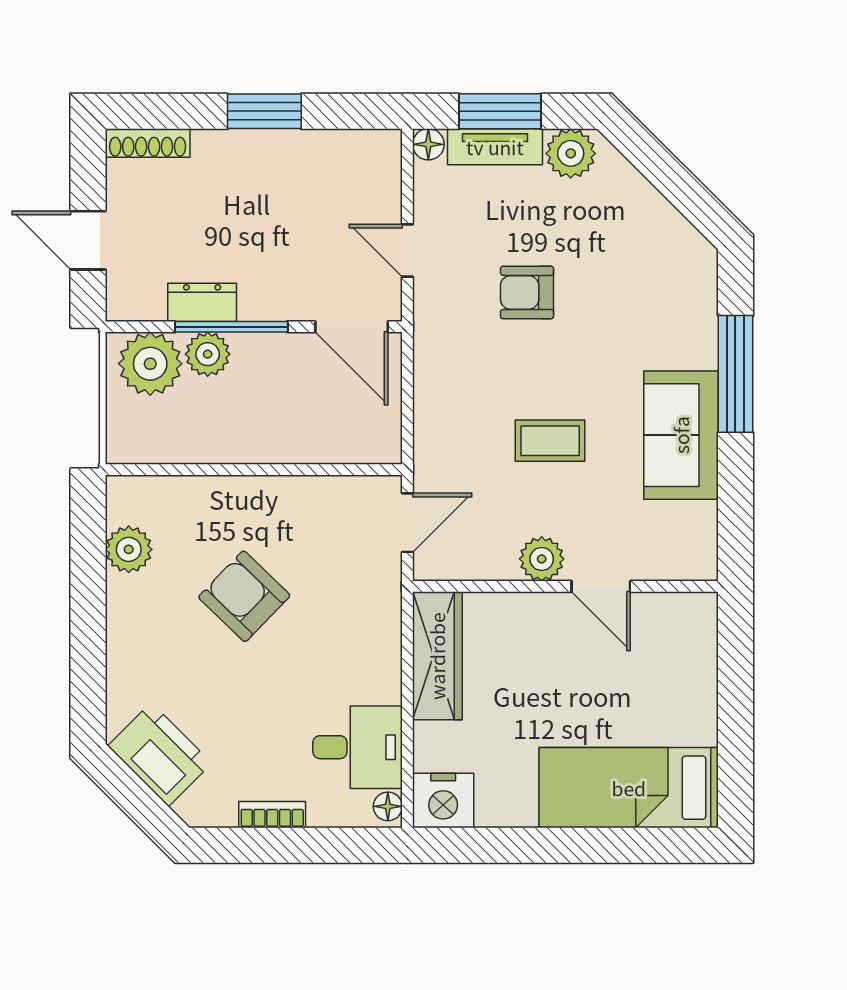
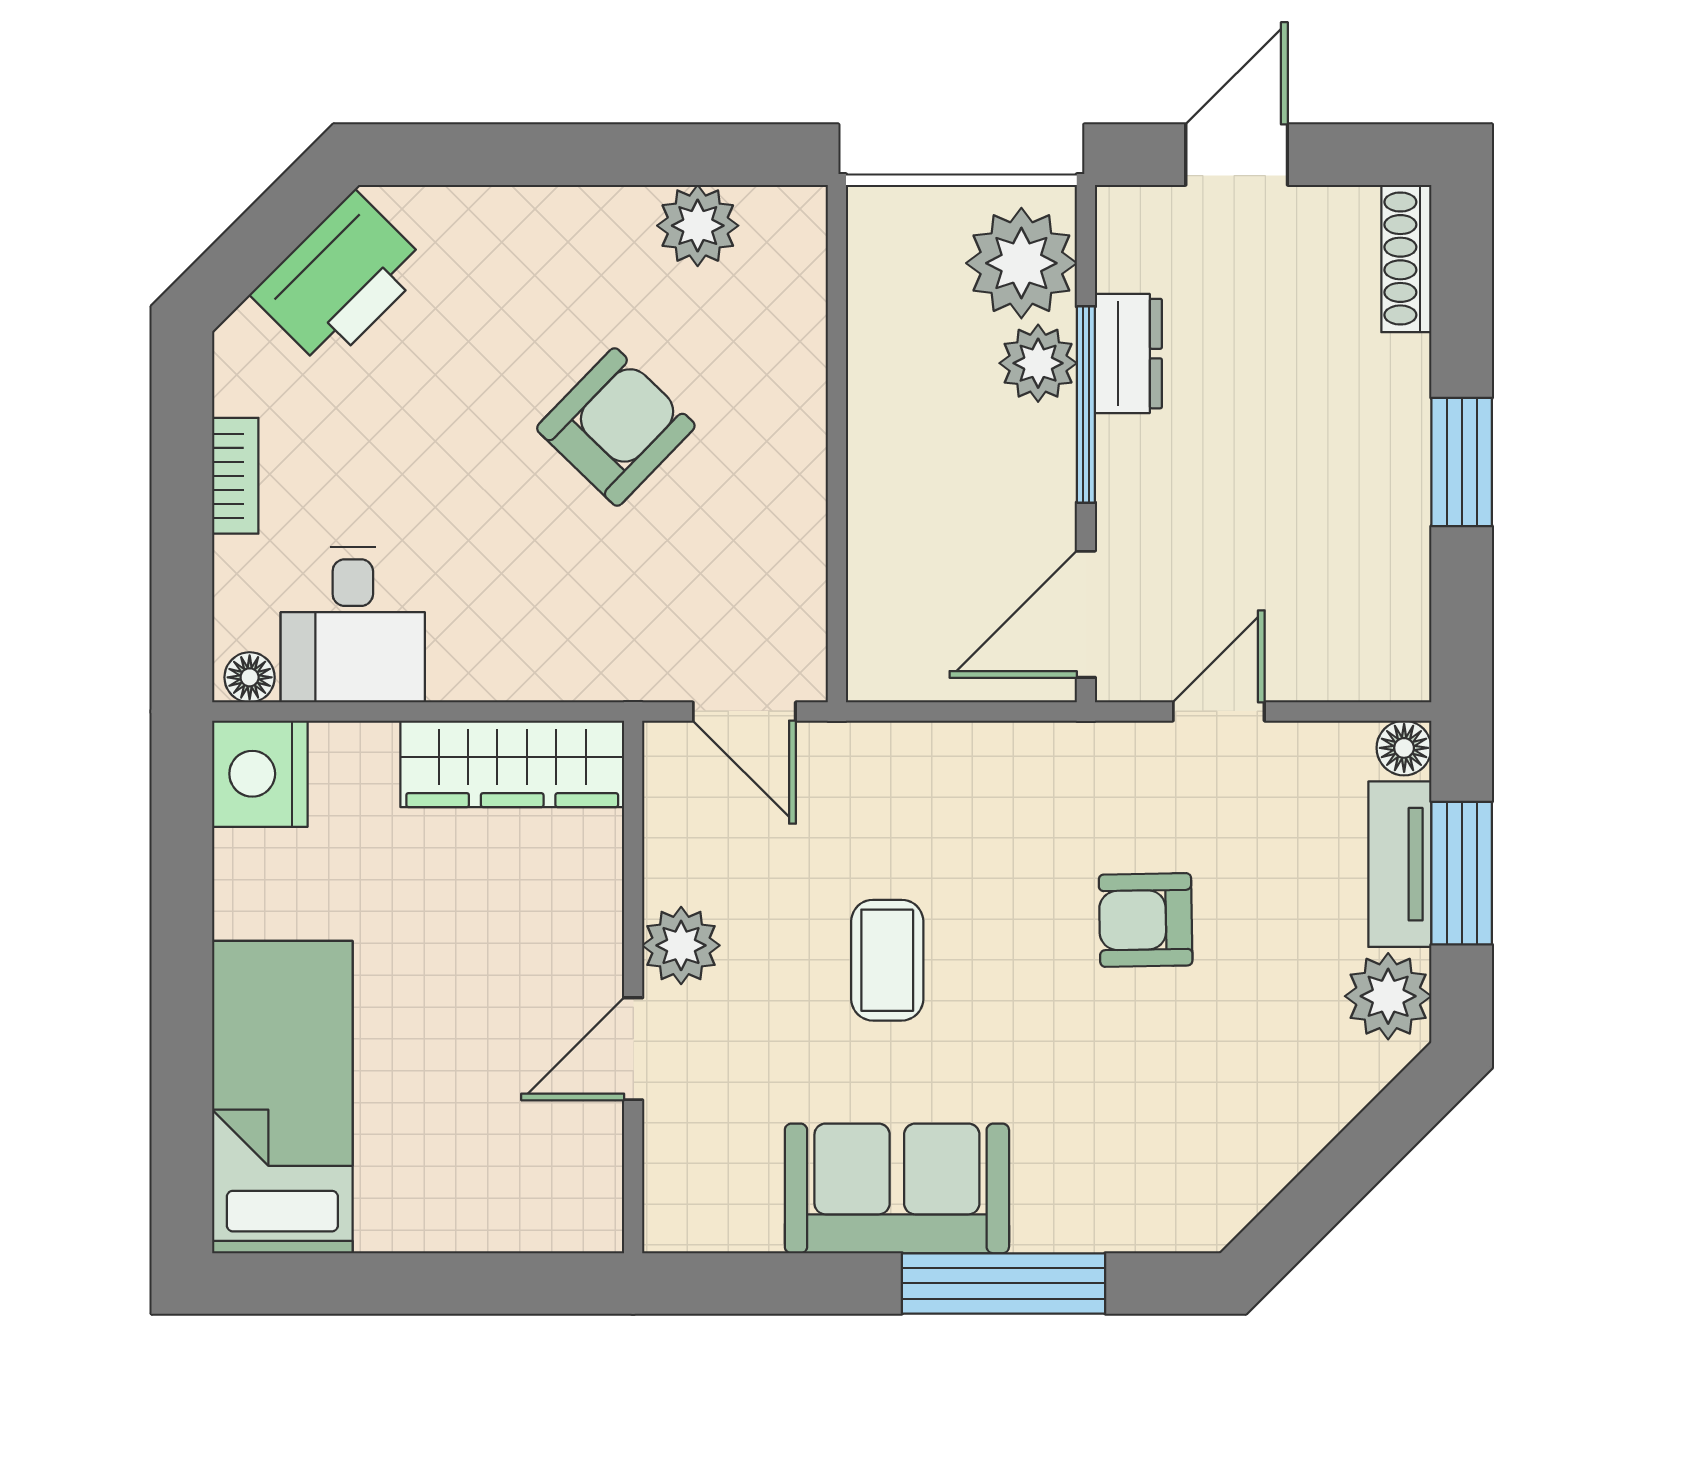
armchair: (527, 292) -> (1146, 920), turned -91

